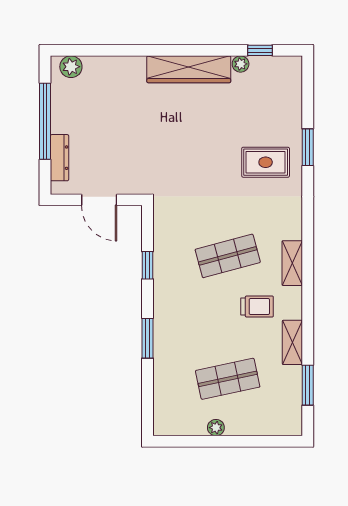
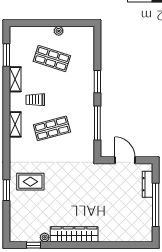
plant: (71, 67) -> (141, 236), removed
window: (148, 265) -> (97, 123), width x2.17
shop shelf: (228, 379) -> (52, 59), turned 30

